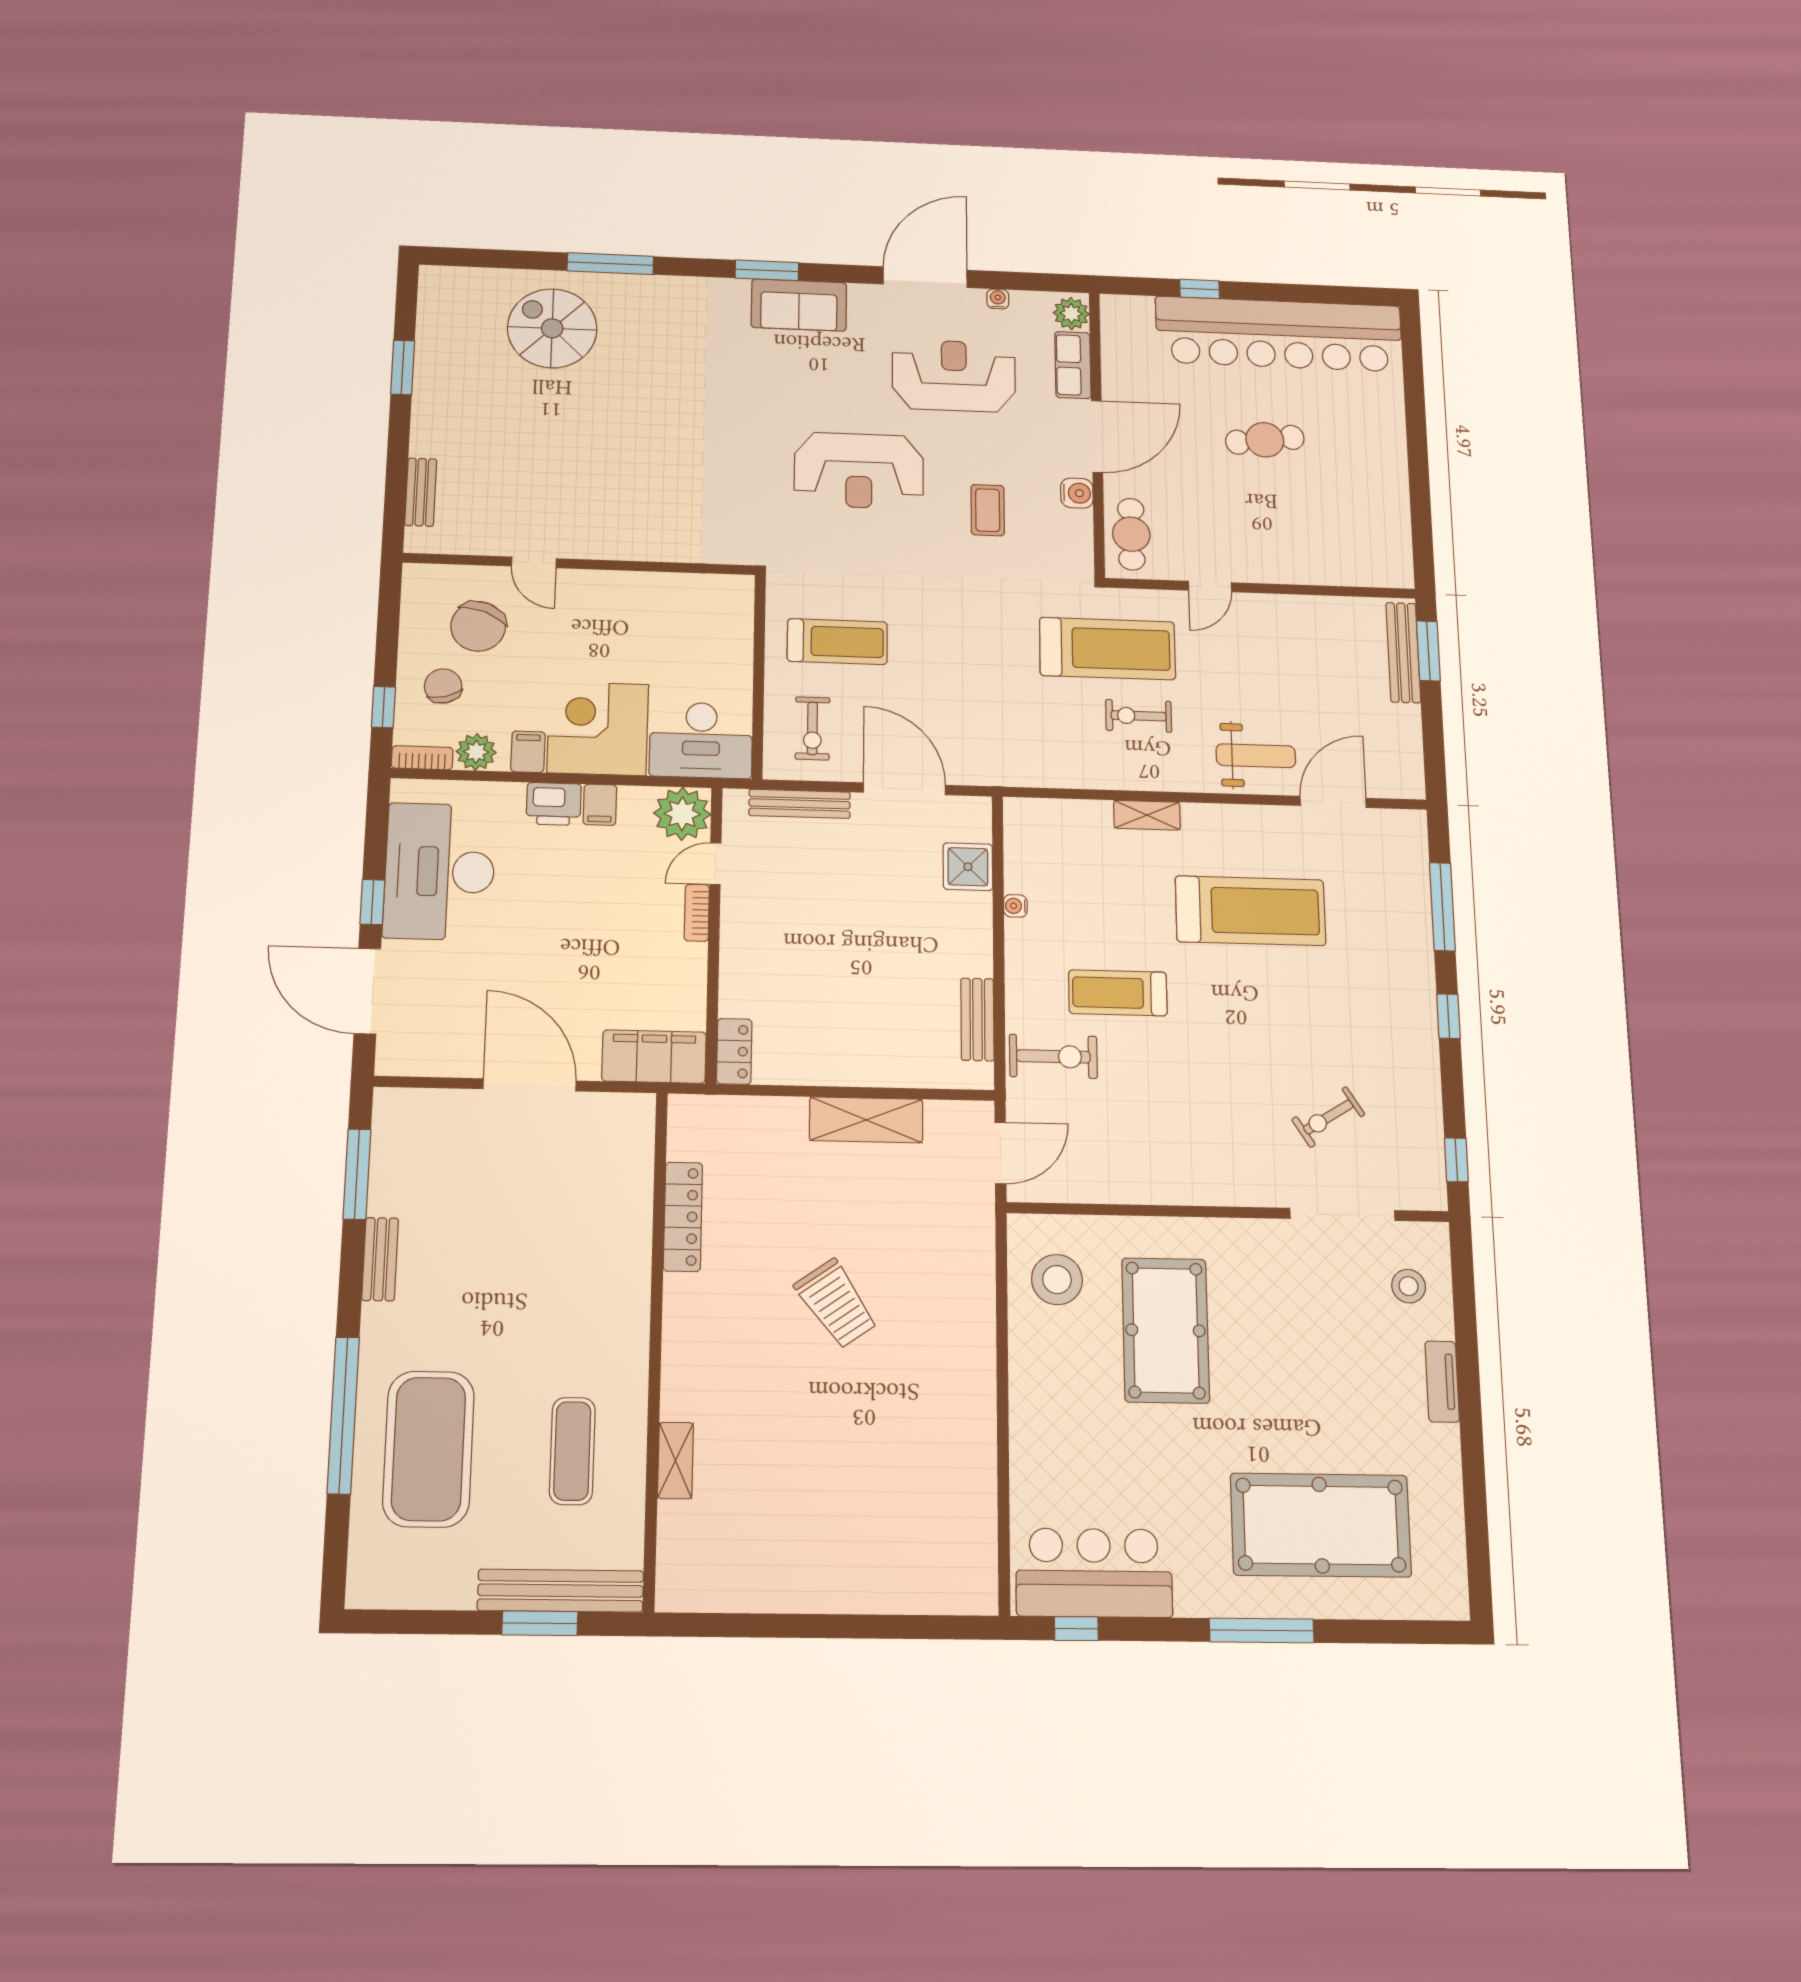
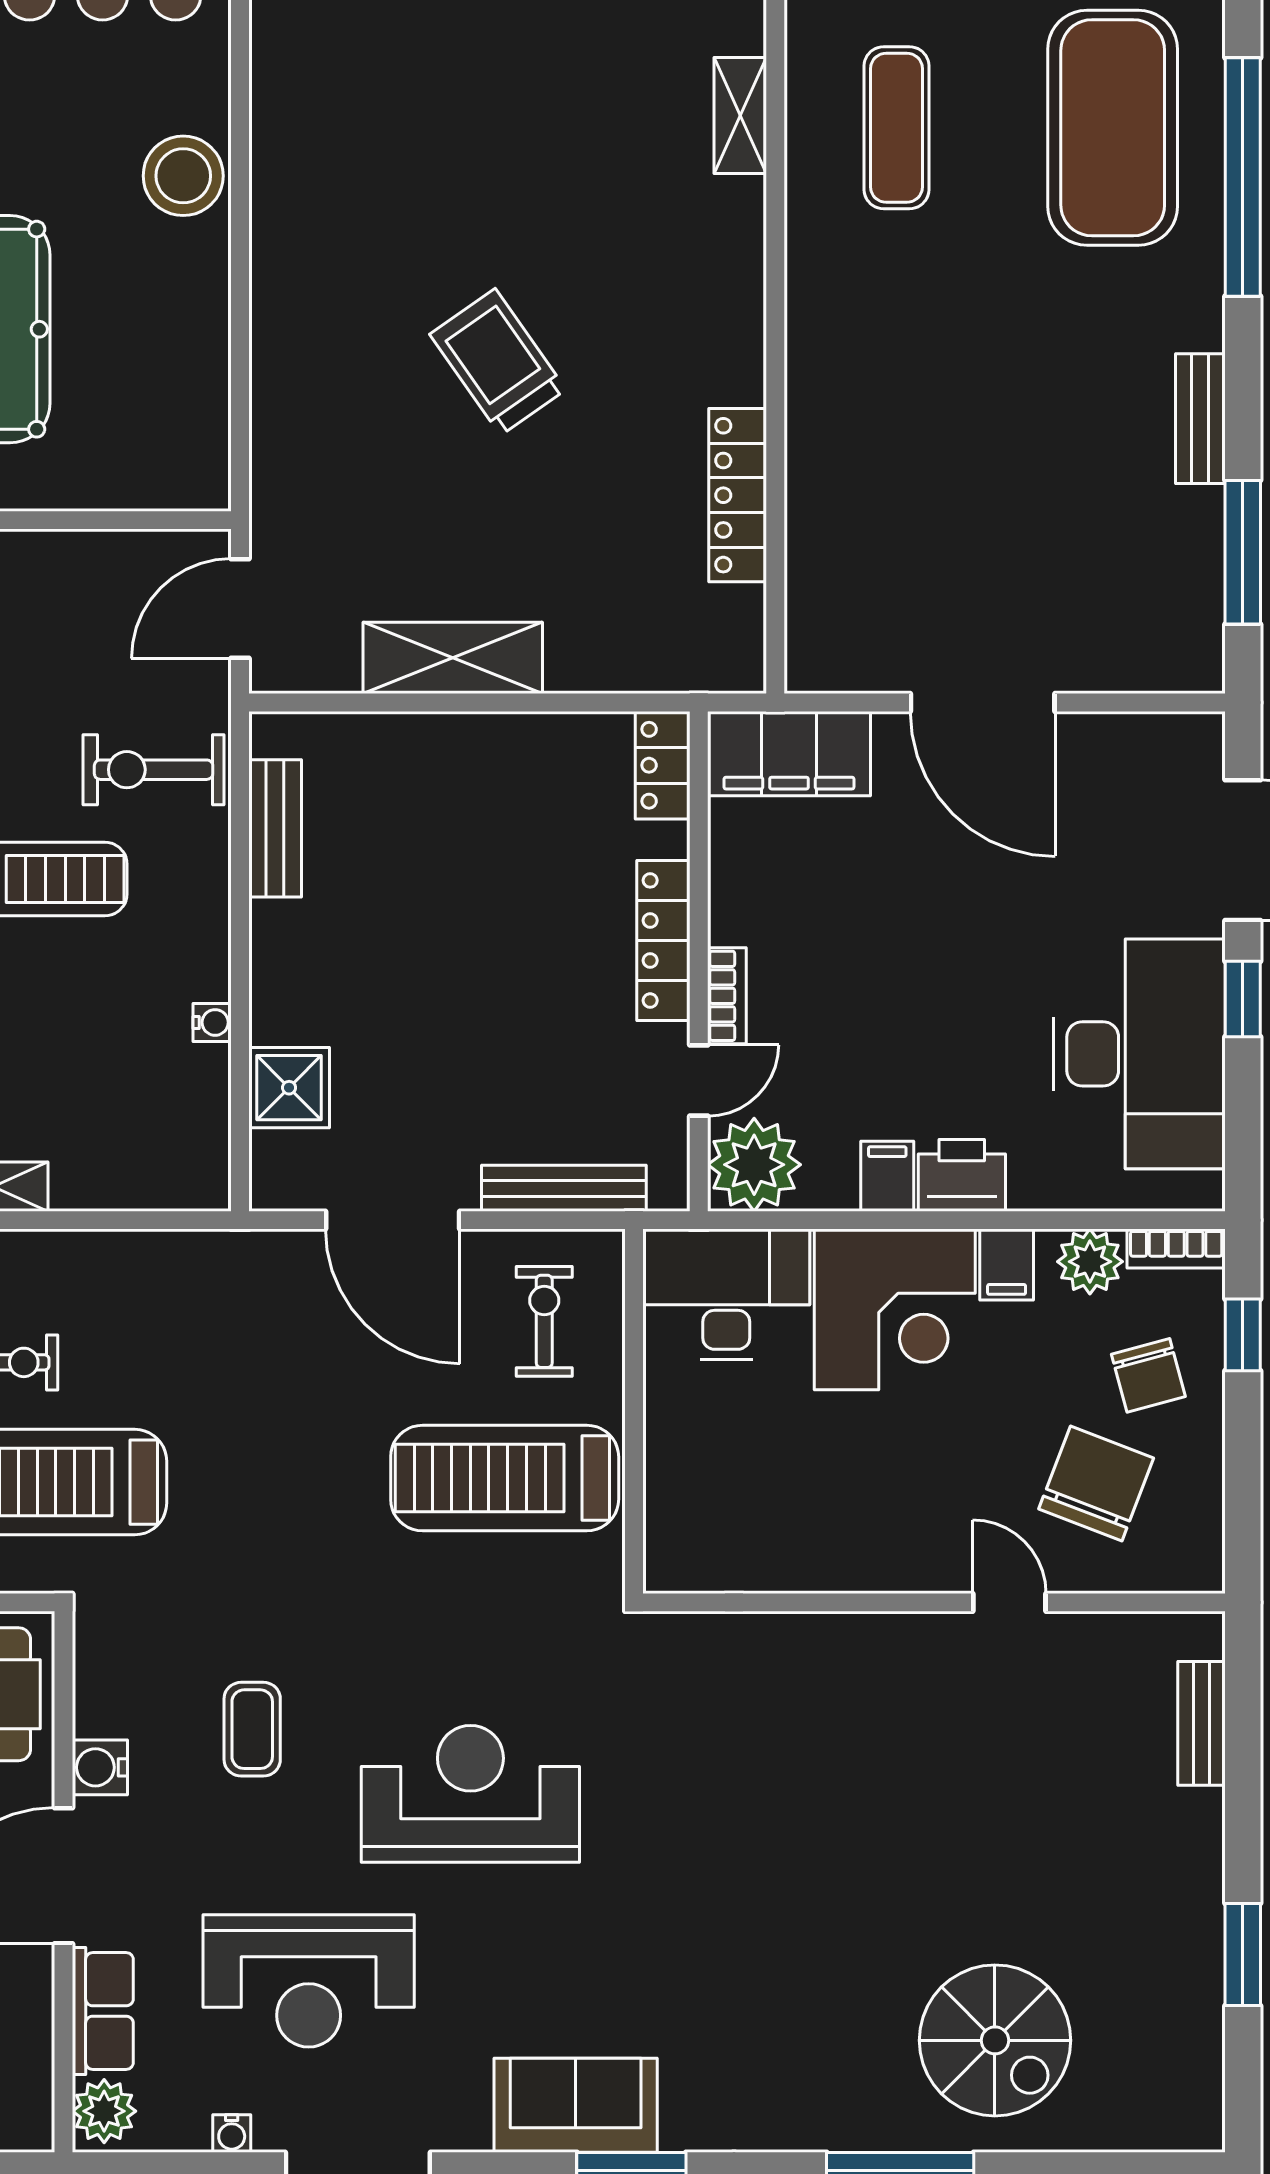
treadmill: (837, 642) -> (505, 1478), width x1.37, depth x1.38
locker: (736, 946) -> (663, 940), added
stool: (1057, 1280) -> (183, 176), moved

